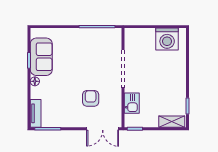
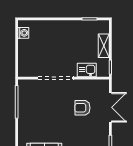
washing machine: (167, 39) -> (23, 33), width x0.53, depth x0.53
shelving: (172, 122) -> (104, 46), moved
double door: (103, 129) -> (110, 107), moved

